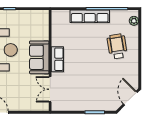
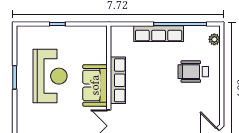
wheelchair: (117, 46) -> (193, 72), turned -81
row of seats: (57, 59) -> (118, 80), width x1.48

